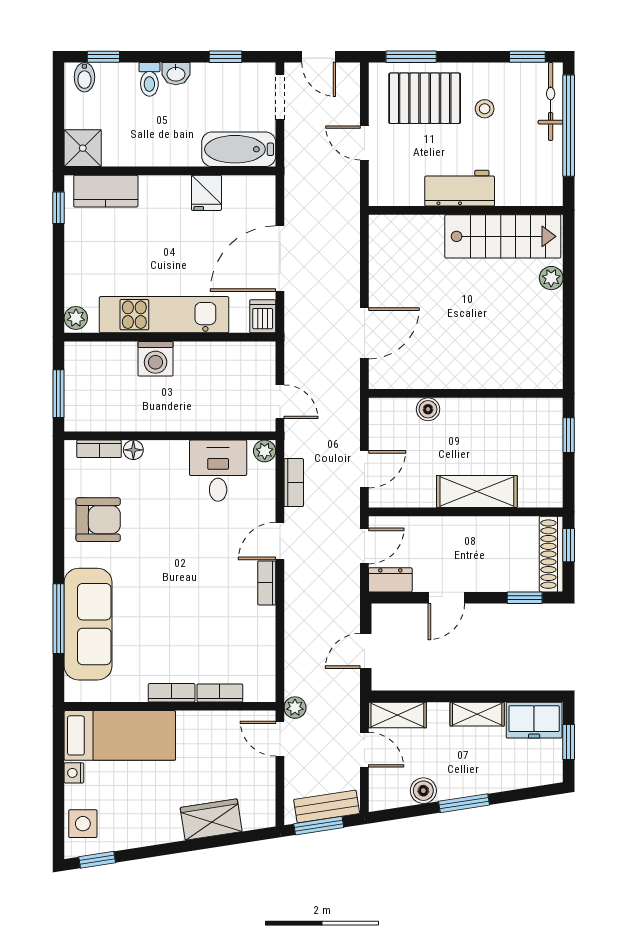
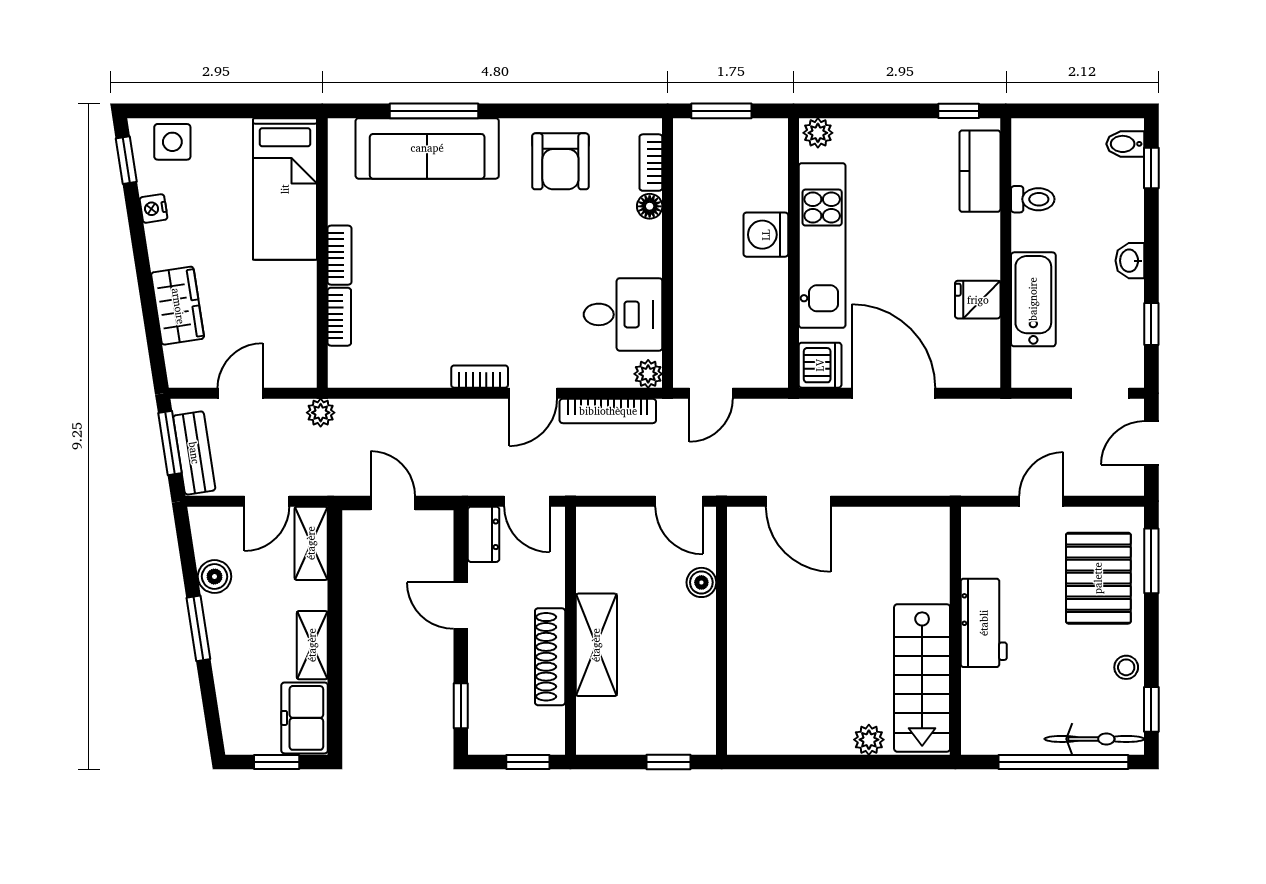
toilet: (149, 79) -> (1033, 199), moved, turned 180
stool: (485, 109) -> (1126, 667), moved
shower: (83, 148) -> (1035, 142), removed
bathtub: (239, 149) -> (1033, 299), moved
dishwasher: (263, 316) -> (820, 365), width x1.38
door: (364, 469) -> (679, 501), moved
bookcase: (294, 483) -> (608, 411), width x1.56
door: (280, 541) -> (533, 393), swing flipped
shoe rack: (551, 554) -> (550, 657), moved, turned -90
door: (280, 739) -> (240, 393), moved
nightstand: (74, 773) -> (154, 208), moved, turned -99

